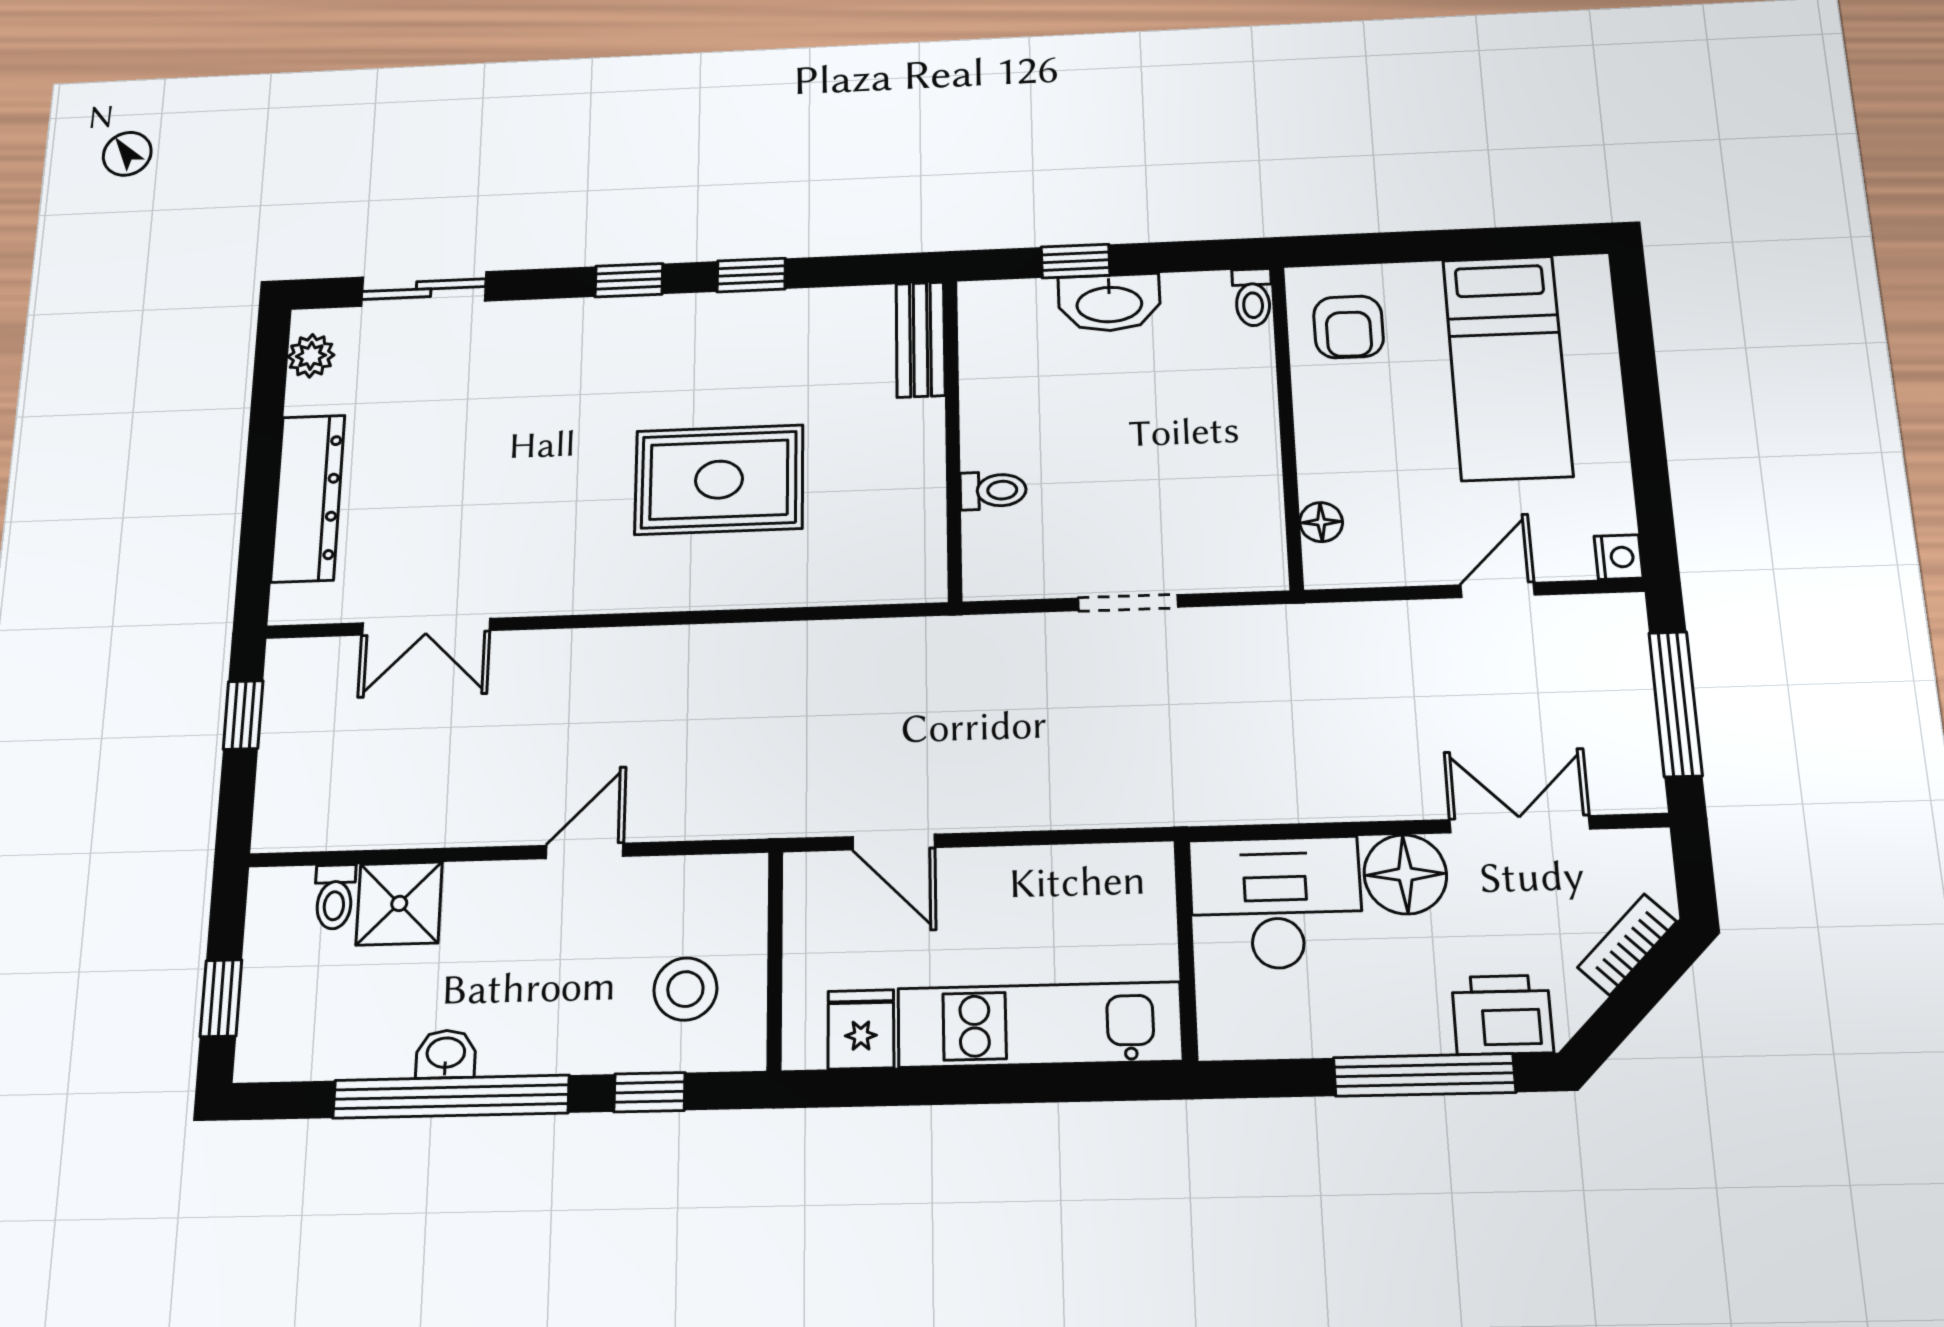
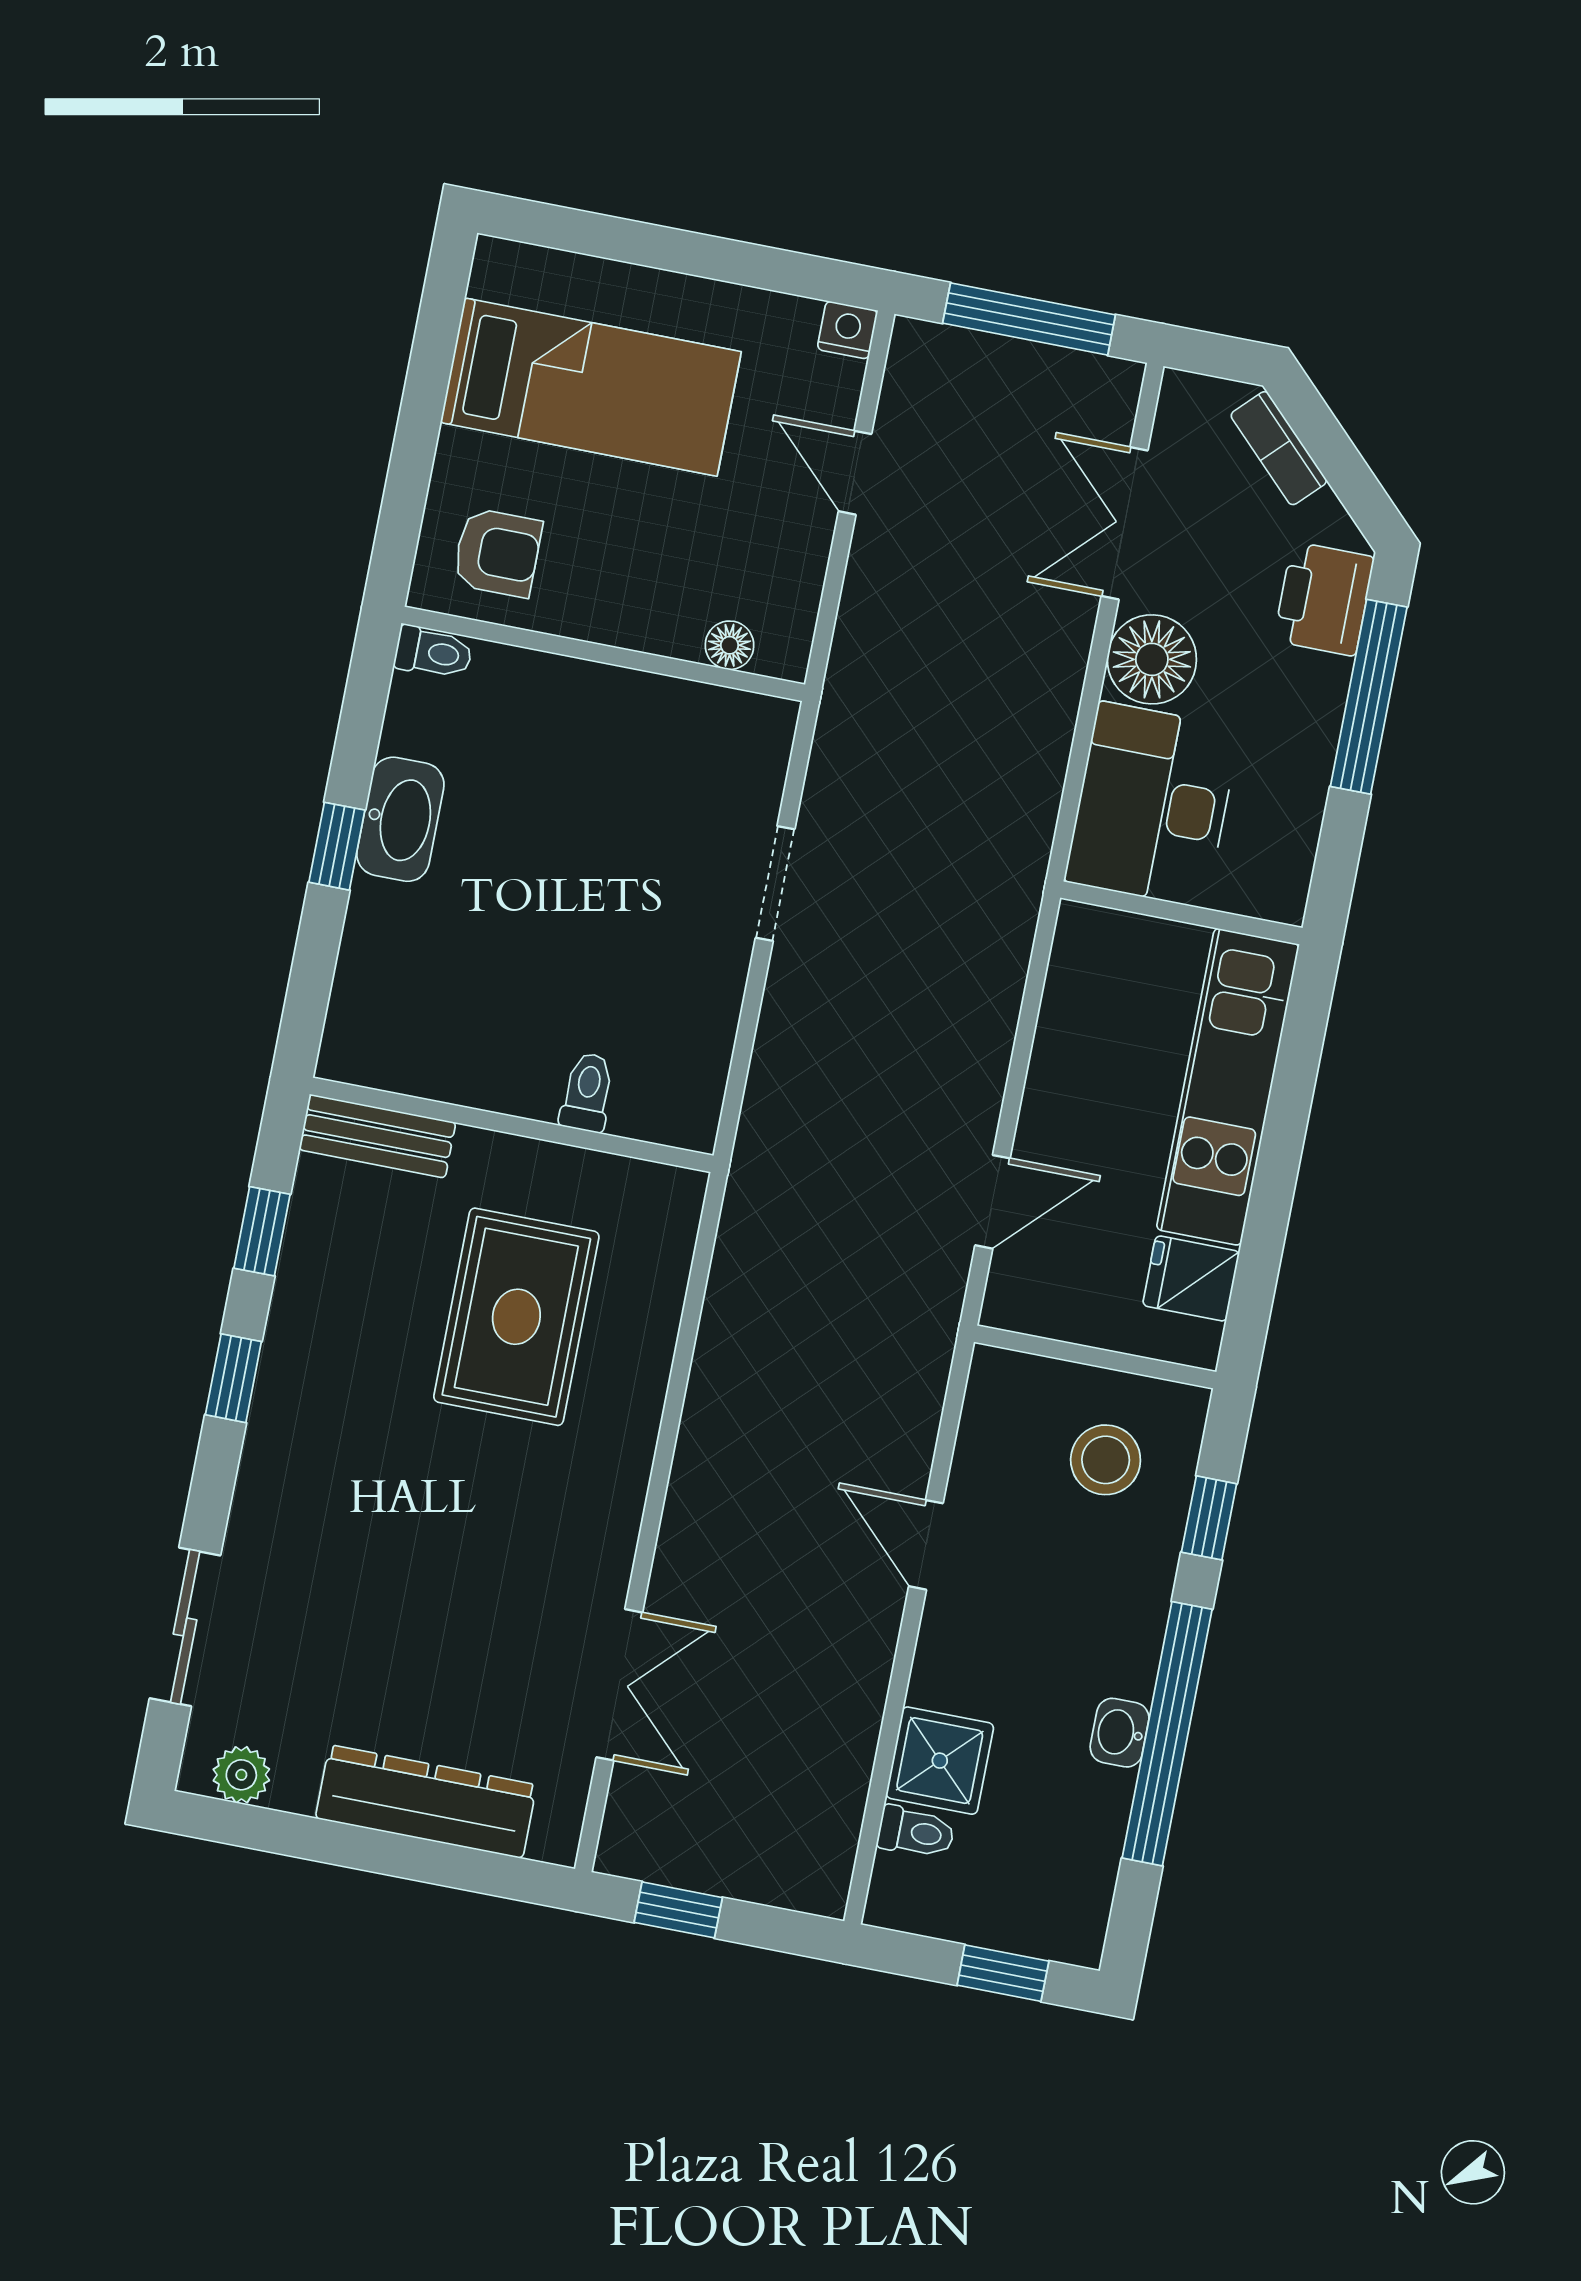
bench: (920, 339) -> (377, 1136), moved
wall: (953, 438) -> (512, 1125), moved
toilet: (993, 490) -> (587, 1092), moved

